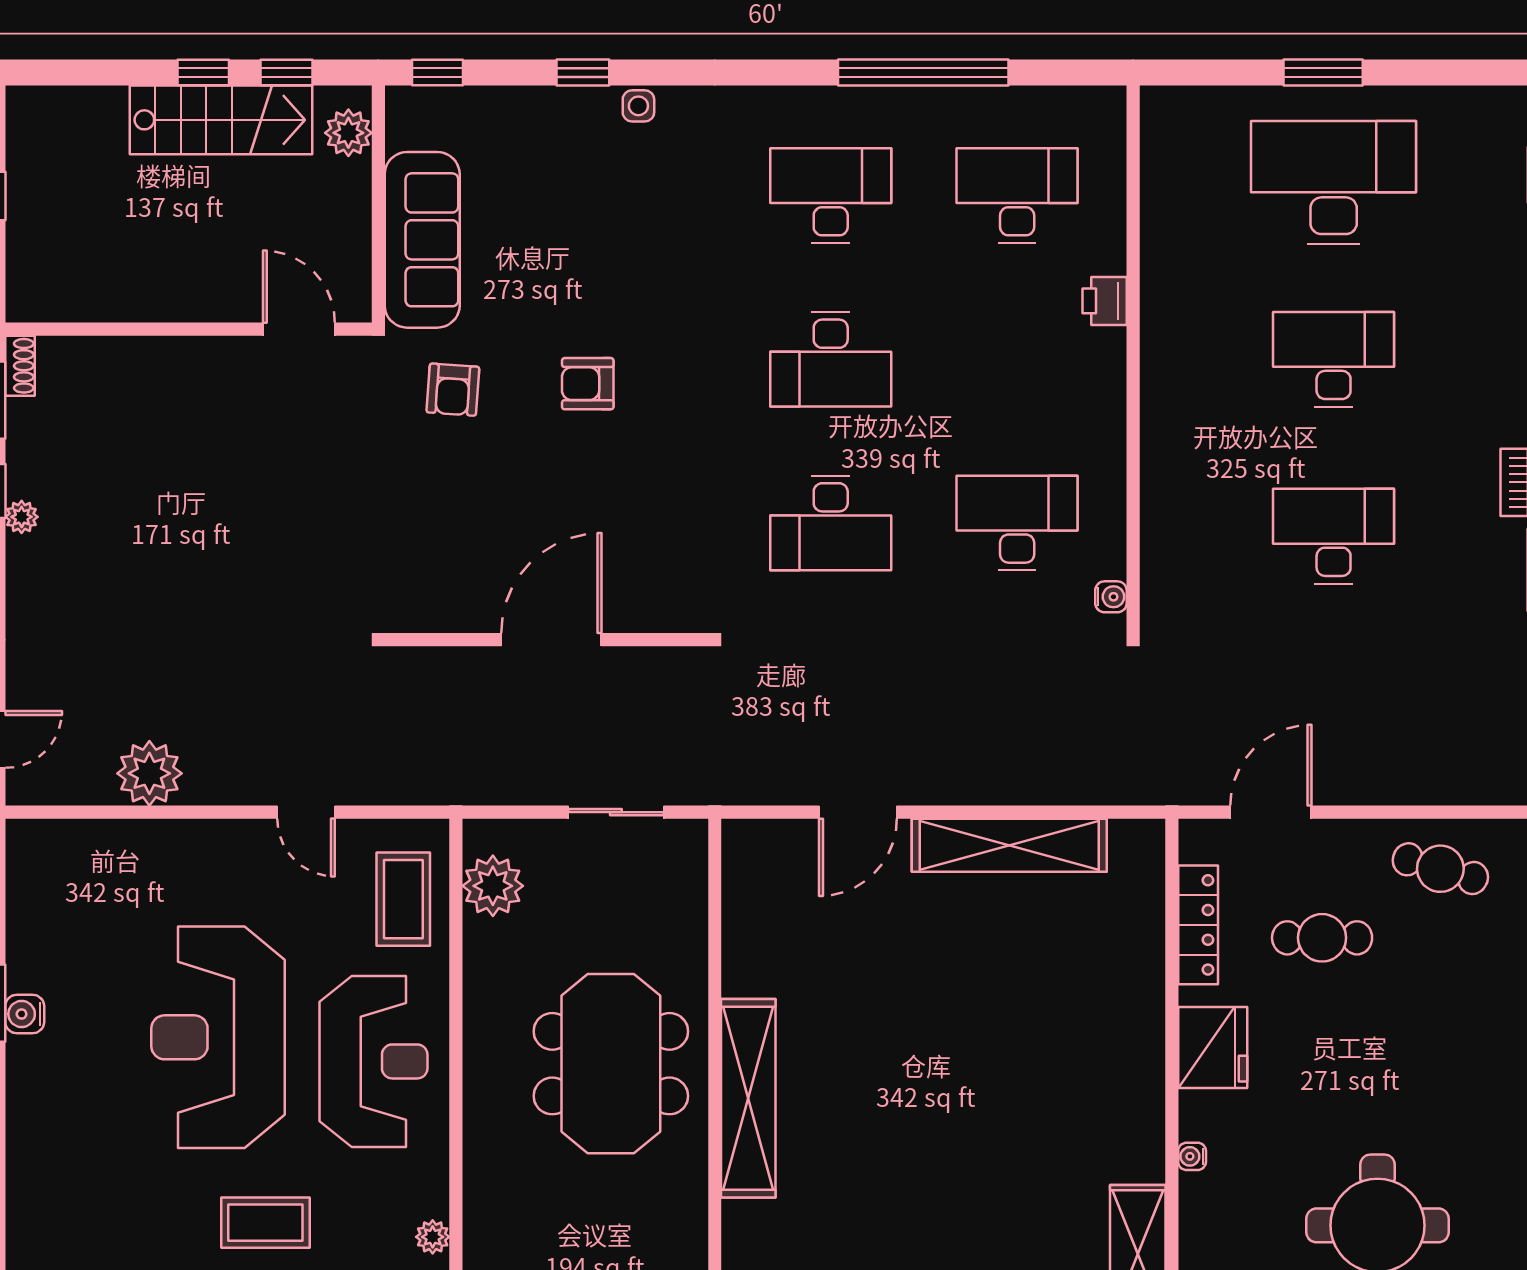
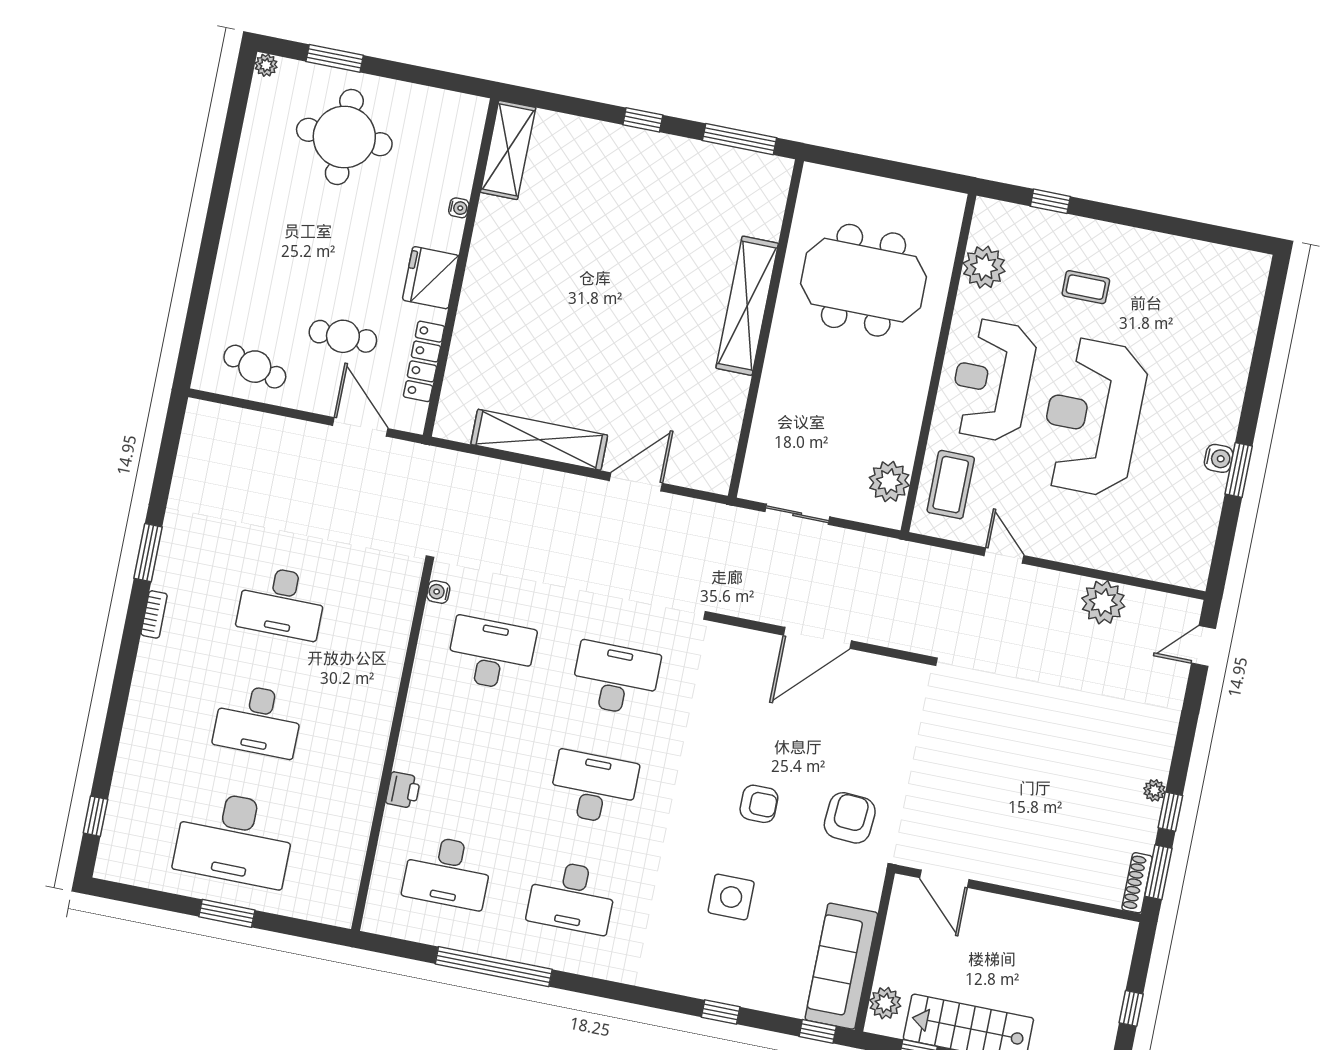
side table: (638, 106) -> (731, 897), moved, width x1.87, depth x1.87
sofa: (422, 240) -> (841, 966), moved
shoe rack: (20, 366) -> (1137, 883), width x1.43
armchair: (453, 390) -> (850, 818), width x1.38, depth x1.38
desk: (1017, 523) -> (491, 654), turned 180
door: (1271, 812) -> (360, 427), swing flipped
reception desk: (218, 1037) -> (1093, 417), turned 180
meeting table: (611, 1064) -> (864, 280), moved, turned 90
coffee table: (265, 1223) -> (1086, 287), width x0.73, depth x0.77
plant: (433, 1237) -> (984, 267), width x1.88, depth x1.88

